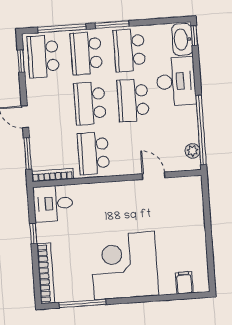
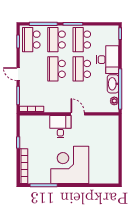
washbasin: (182, 39) -> (113, 84), moved
school desk: (93, 153) -> (56, 98), removed
door: (154, 176) -> (78, 114), moved
desk: (53, 204) -> (60, 127), moved, turned 90
filing cabinet: (184, 283) -> (104, 177), removed

